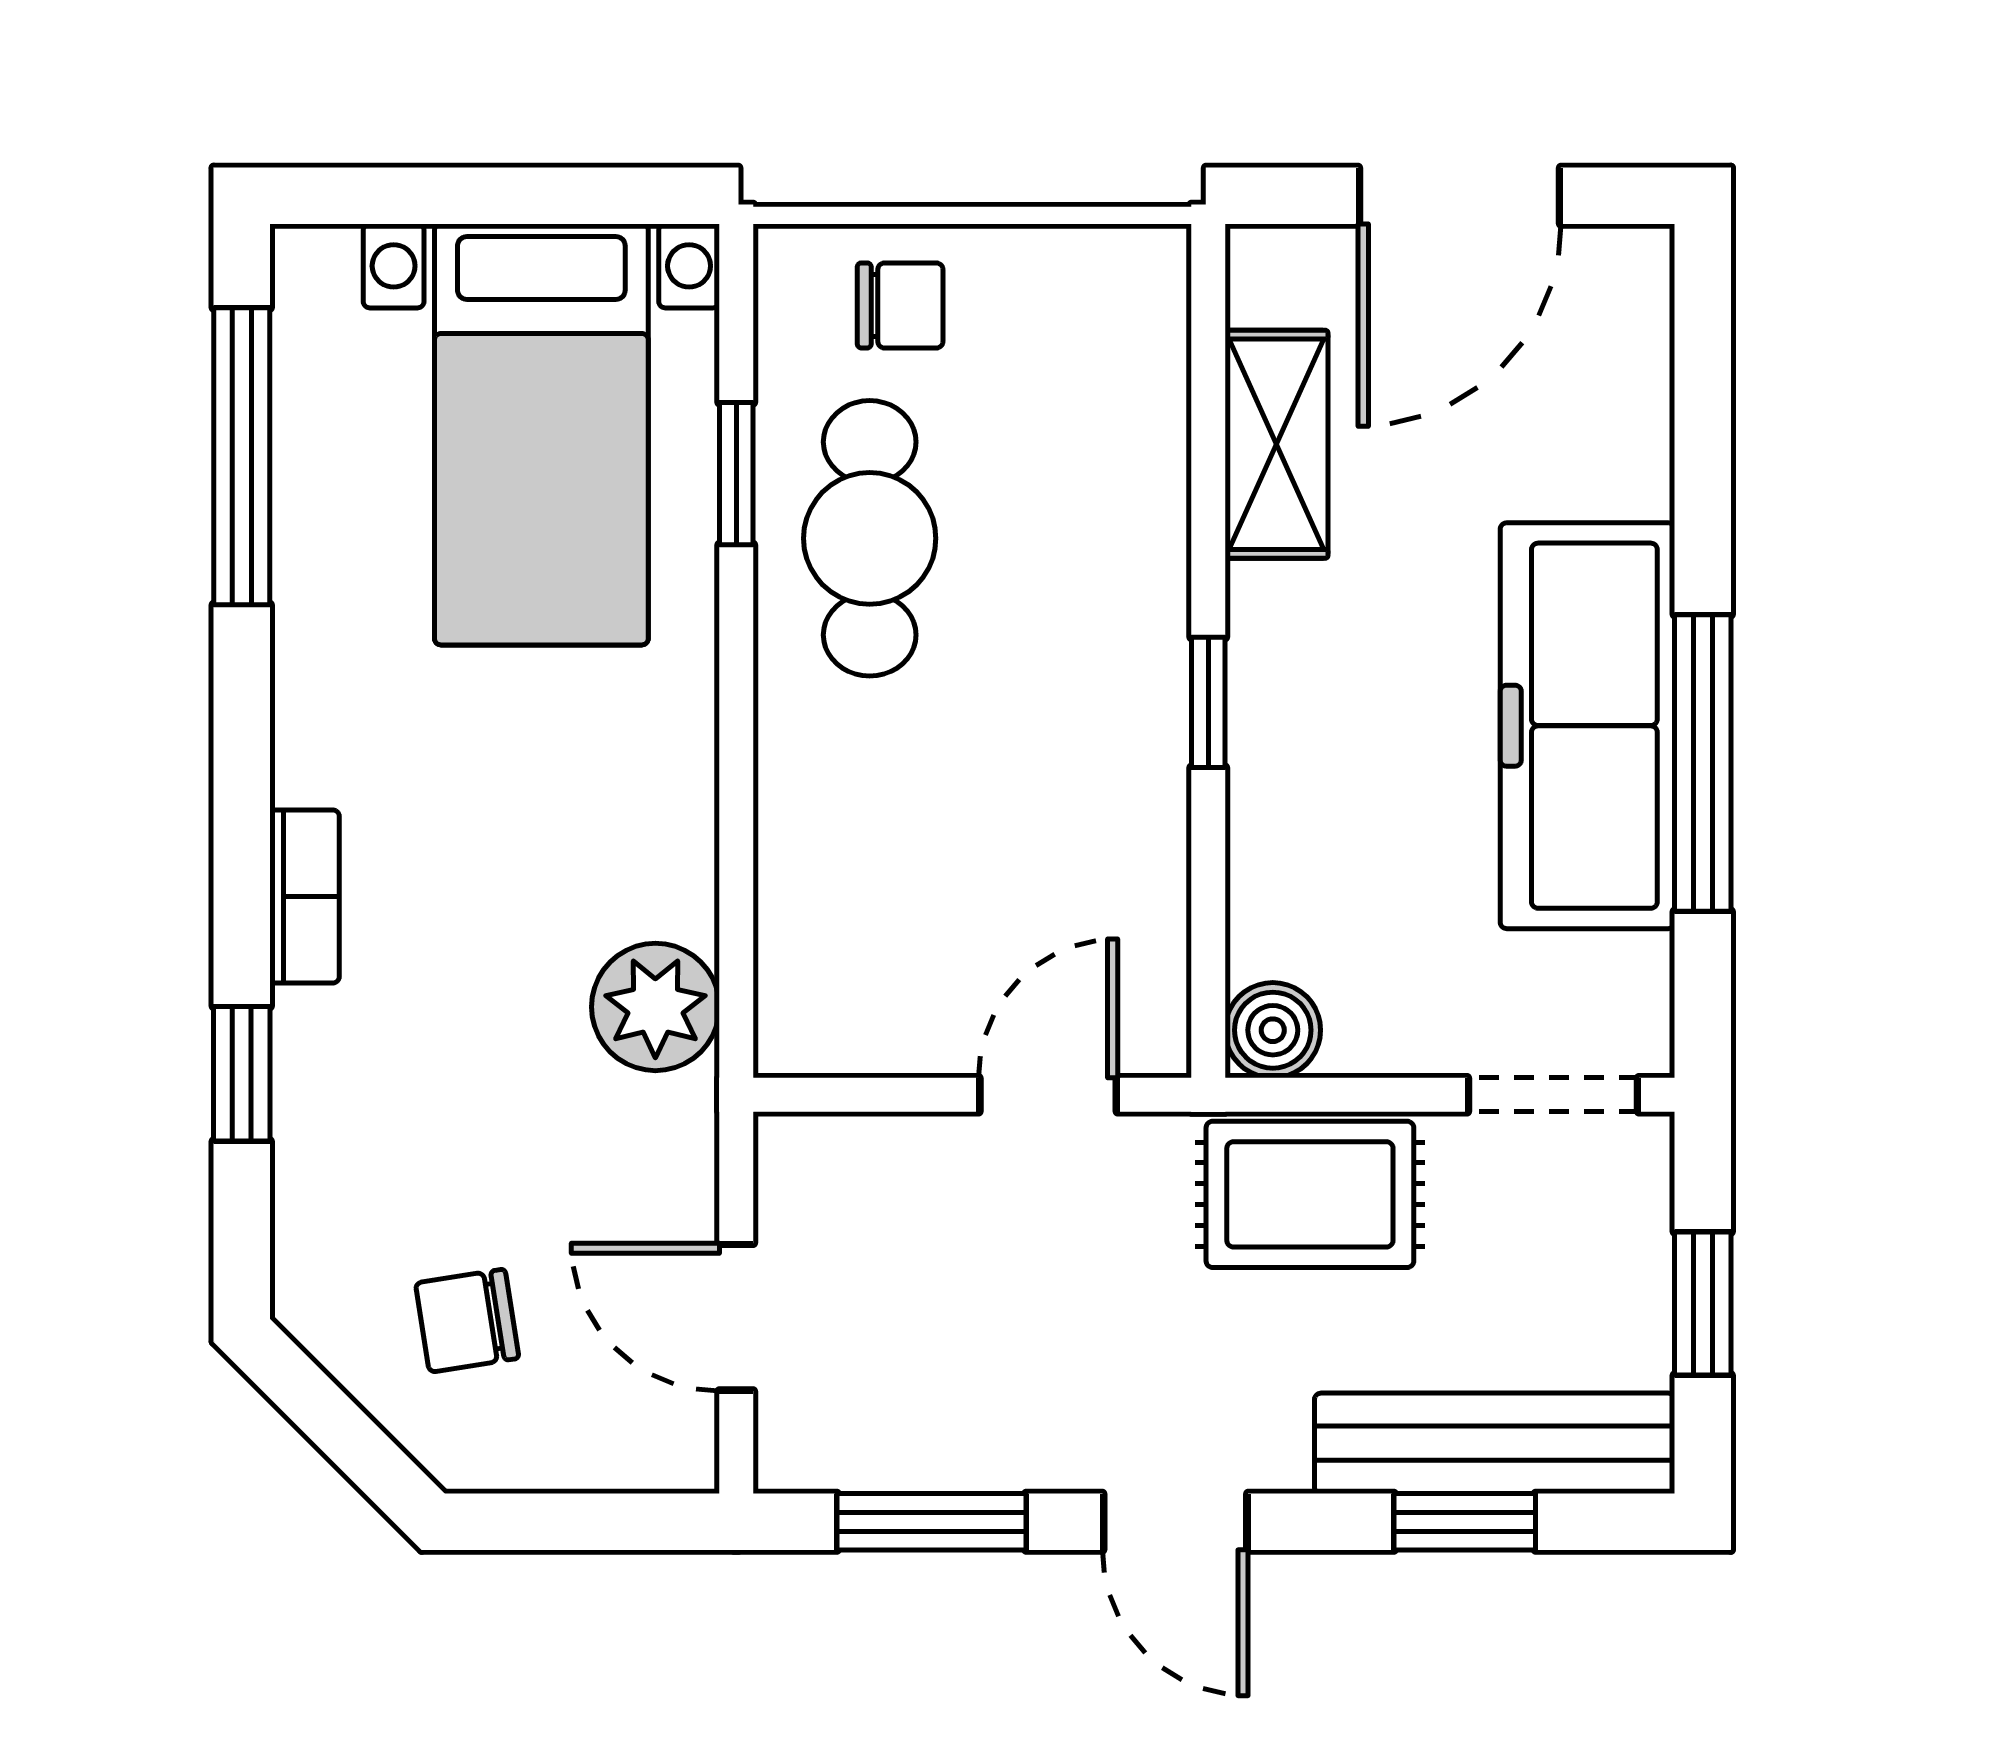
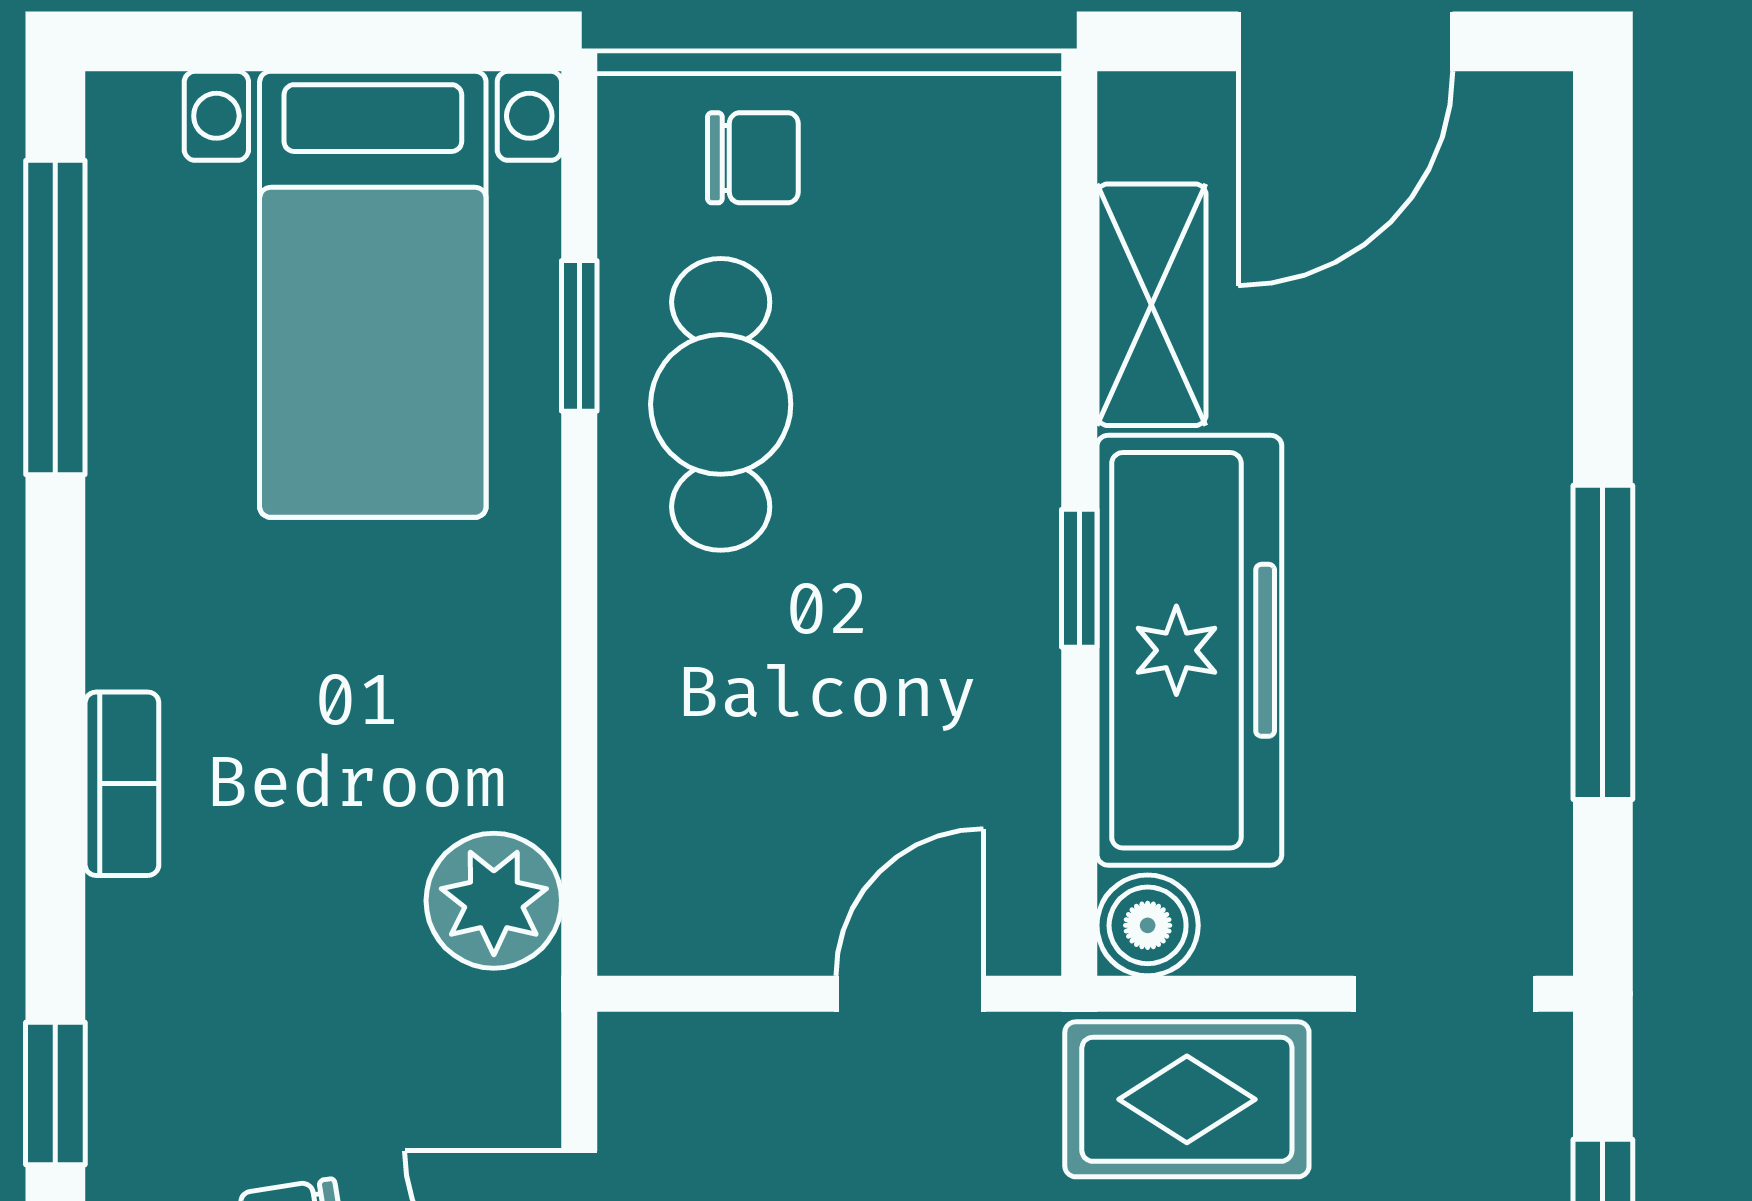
freezer: (1587, 726) -> (1189, 650), moved, turned 180
window: (242, 1074) -> (55, 1093), moved

